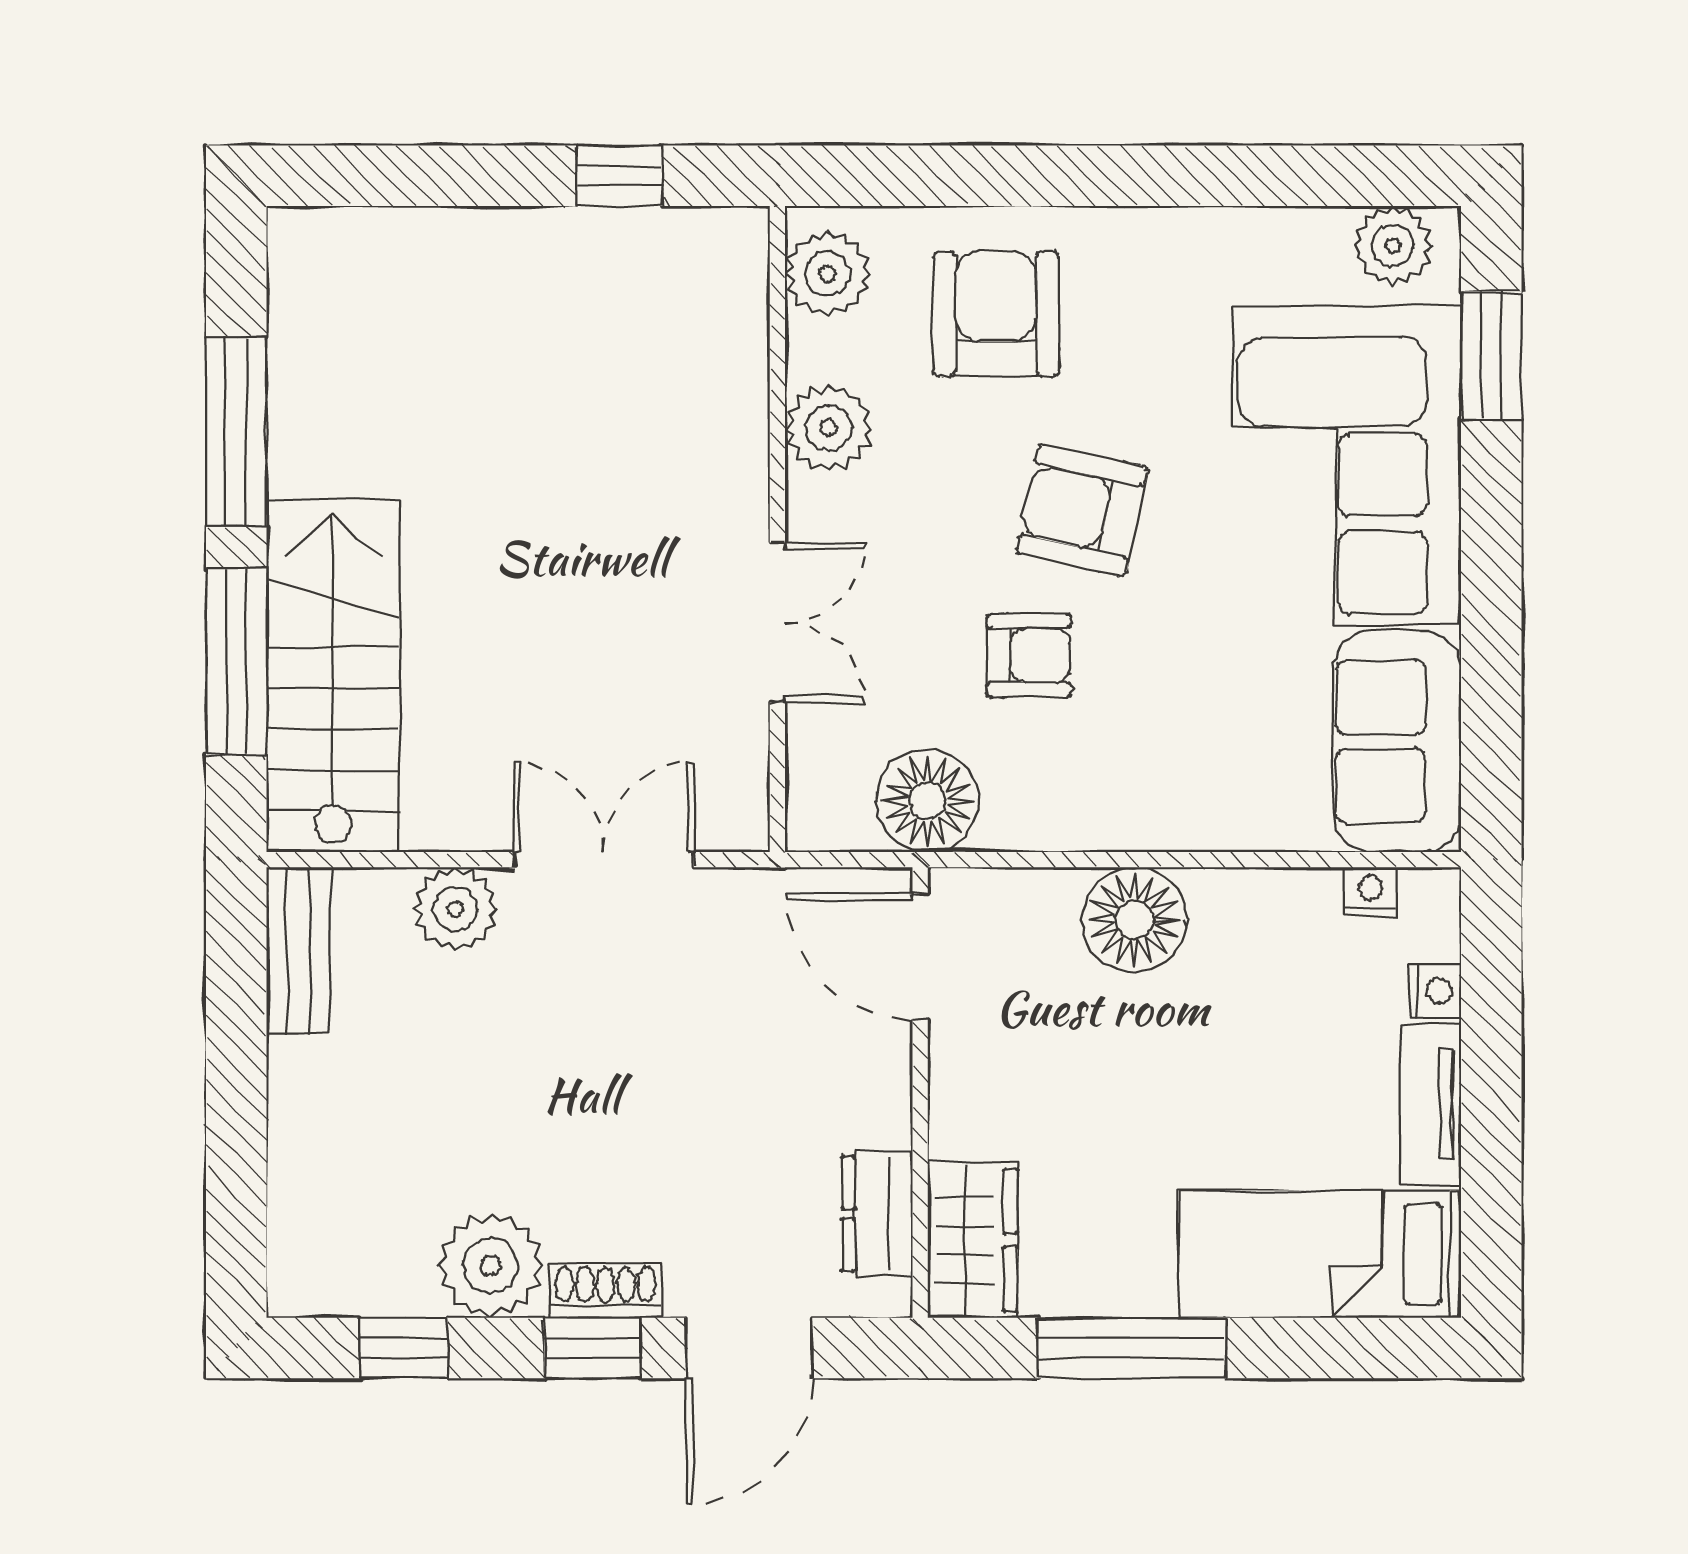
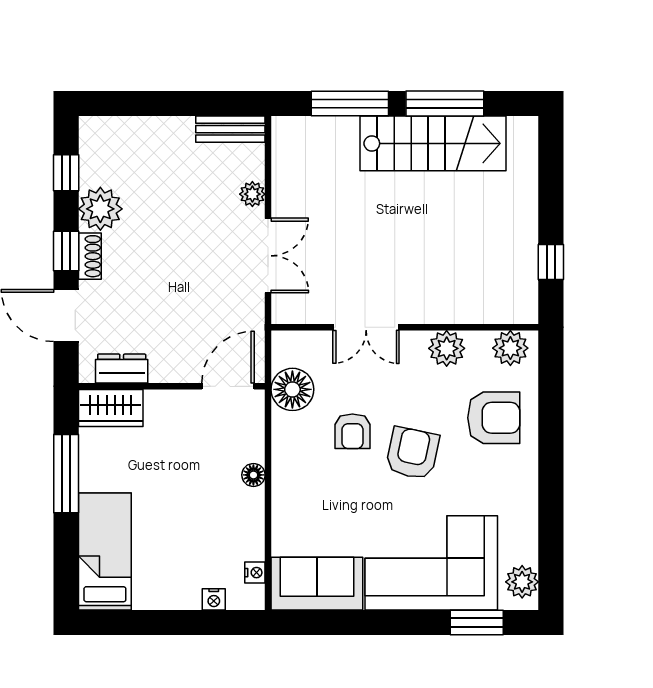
stairs: (333, 676) -> (433, 143), moved
plant: (455, 909) -> (252, 194), width x0.73, depth x0.73
floor lamp: (1135, 920) -> (253, 475), width x0.53, depth x0.53
tv unit: (1431, 1104) -> (167, 597), removed

